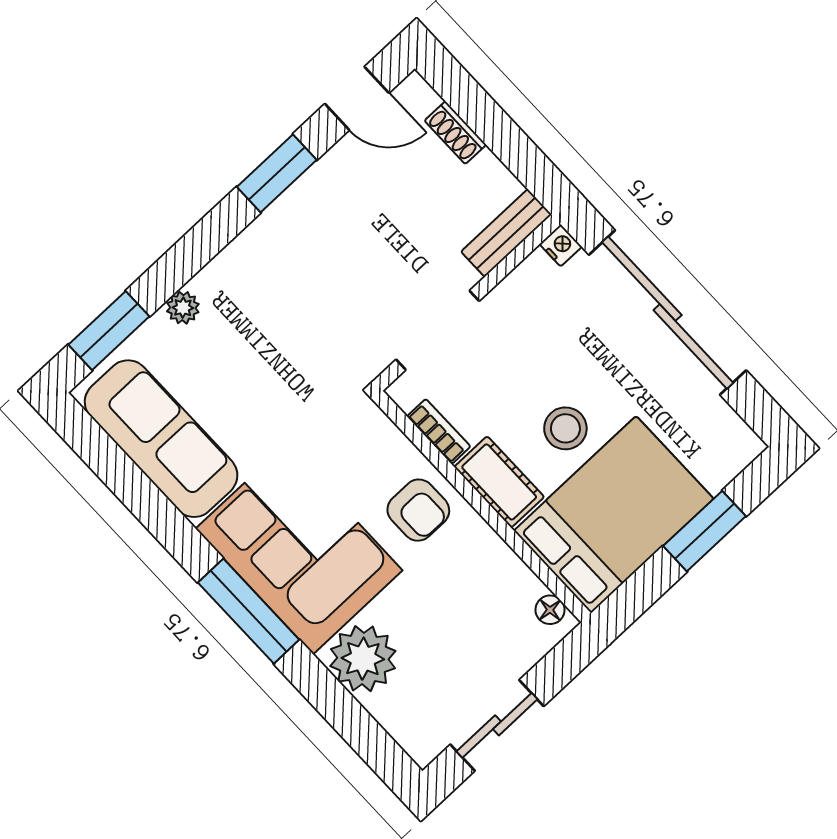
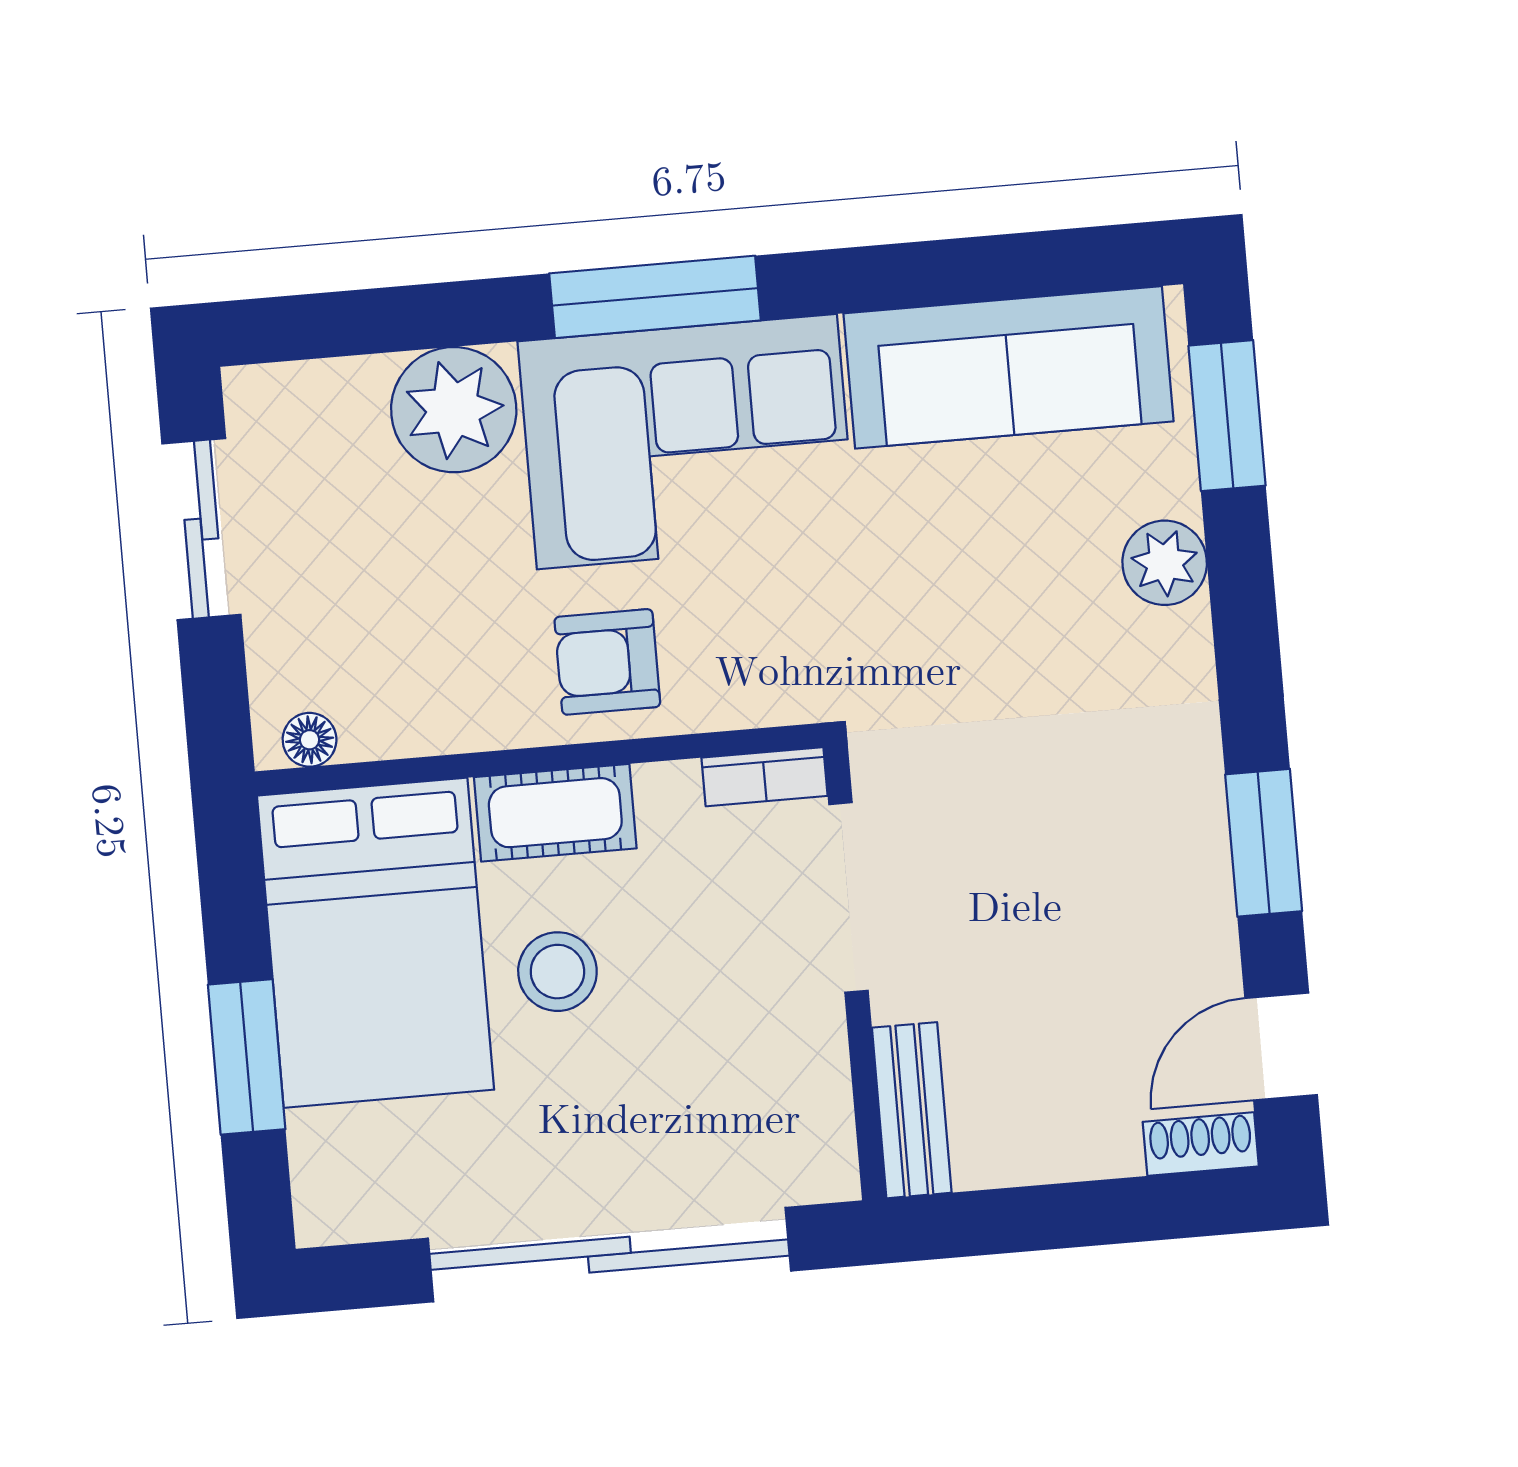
shoe rack: (455, 133) -> (1201, 1144), moved
nightstand: (561, 245) -> (831, 1176), removed
plant: (183, 308) -> (1165, 563), width x1.38, depth x1.38
bookcase: (439, 431) -> (764, 777), moved

